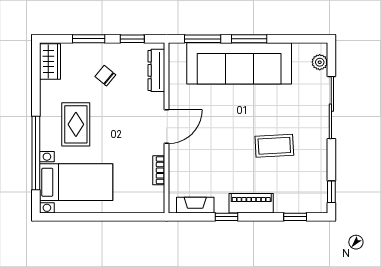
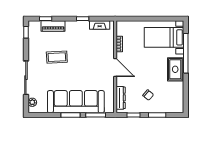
wardrobe: (50, 61) -> (178, 103), removed
rug: (76, 124) -> (175, 69), moved
door: (167, 126) -> (115, 68), swing flipped
piano: (251, 203) -> (53, 26), moved

